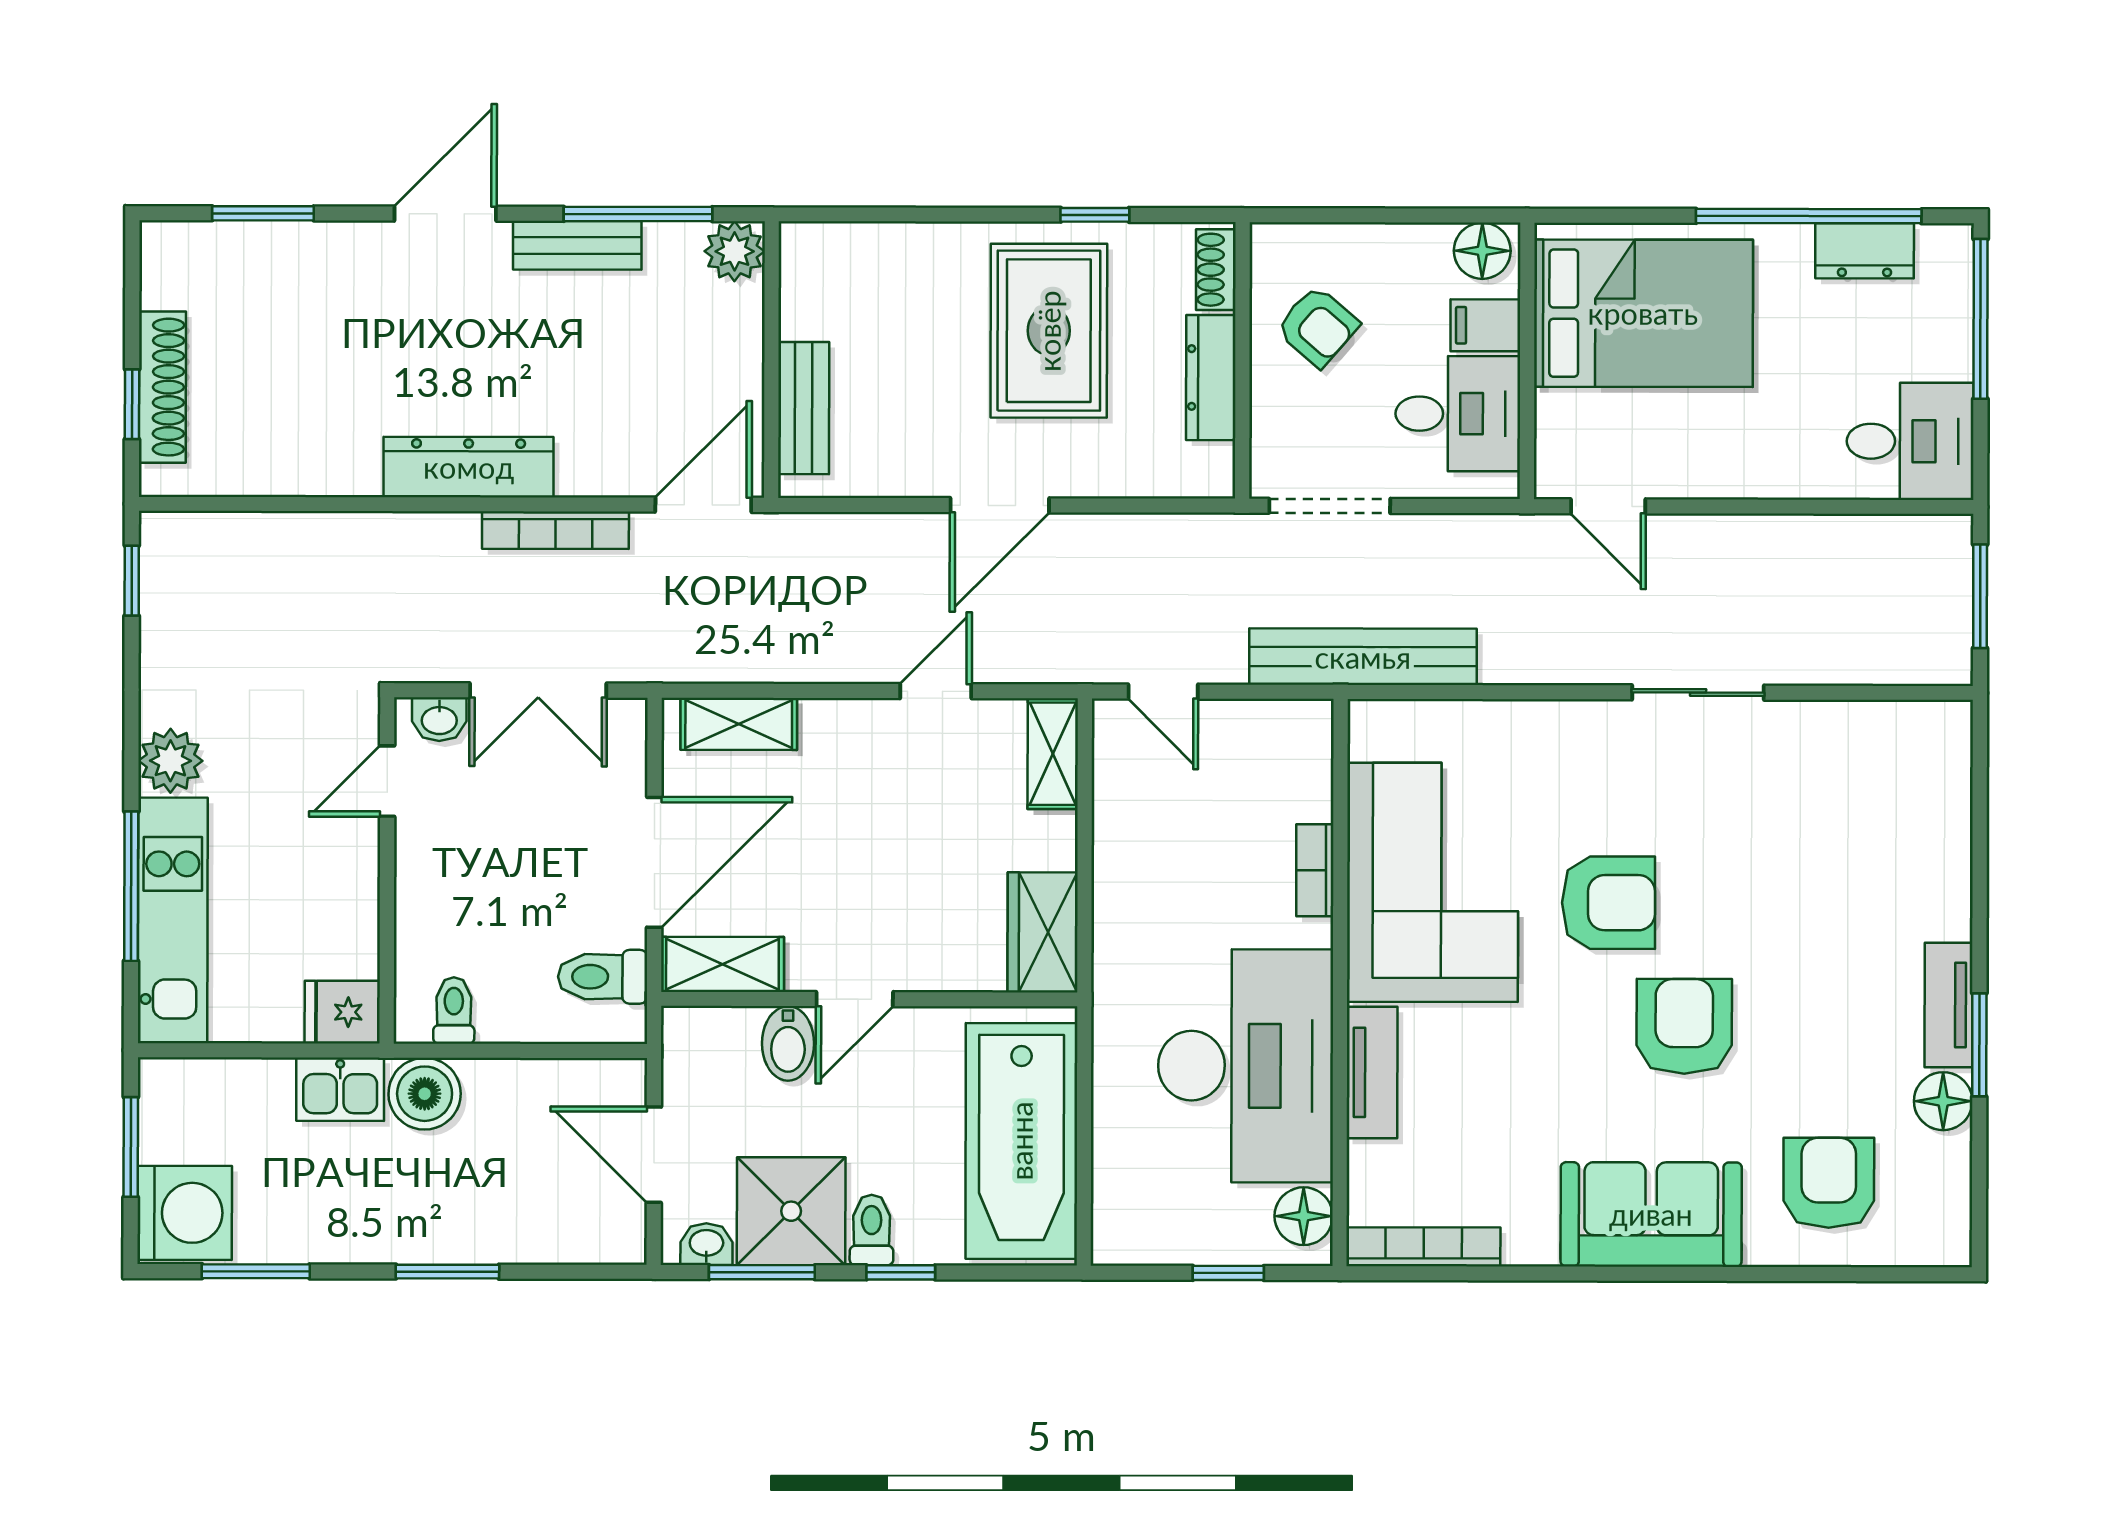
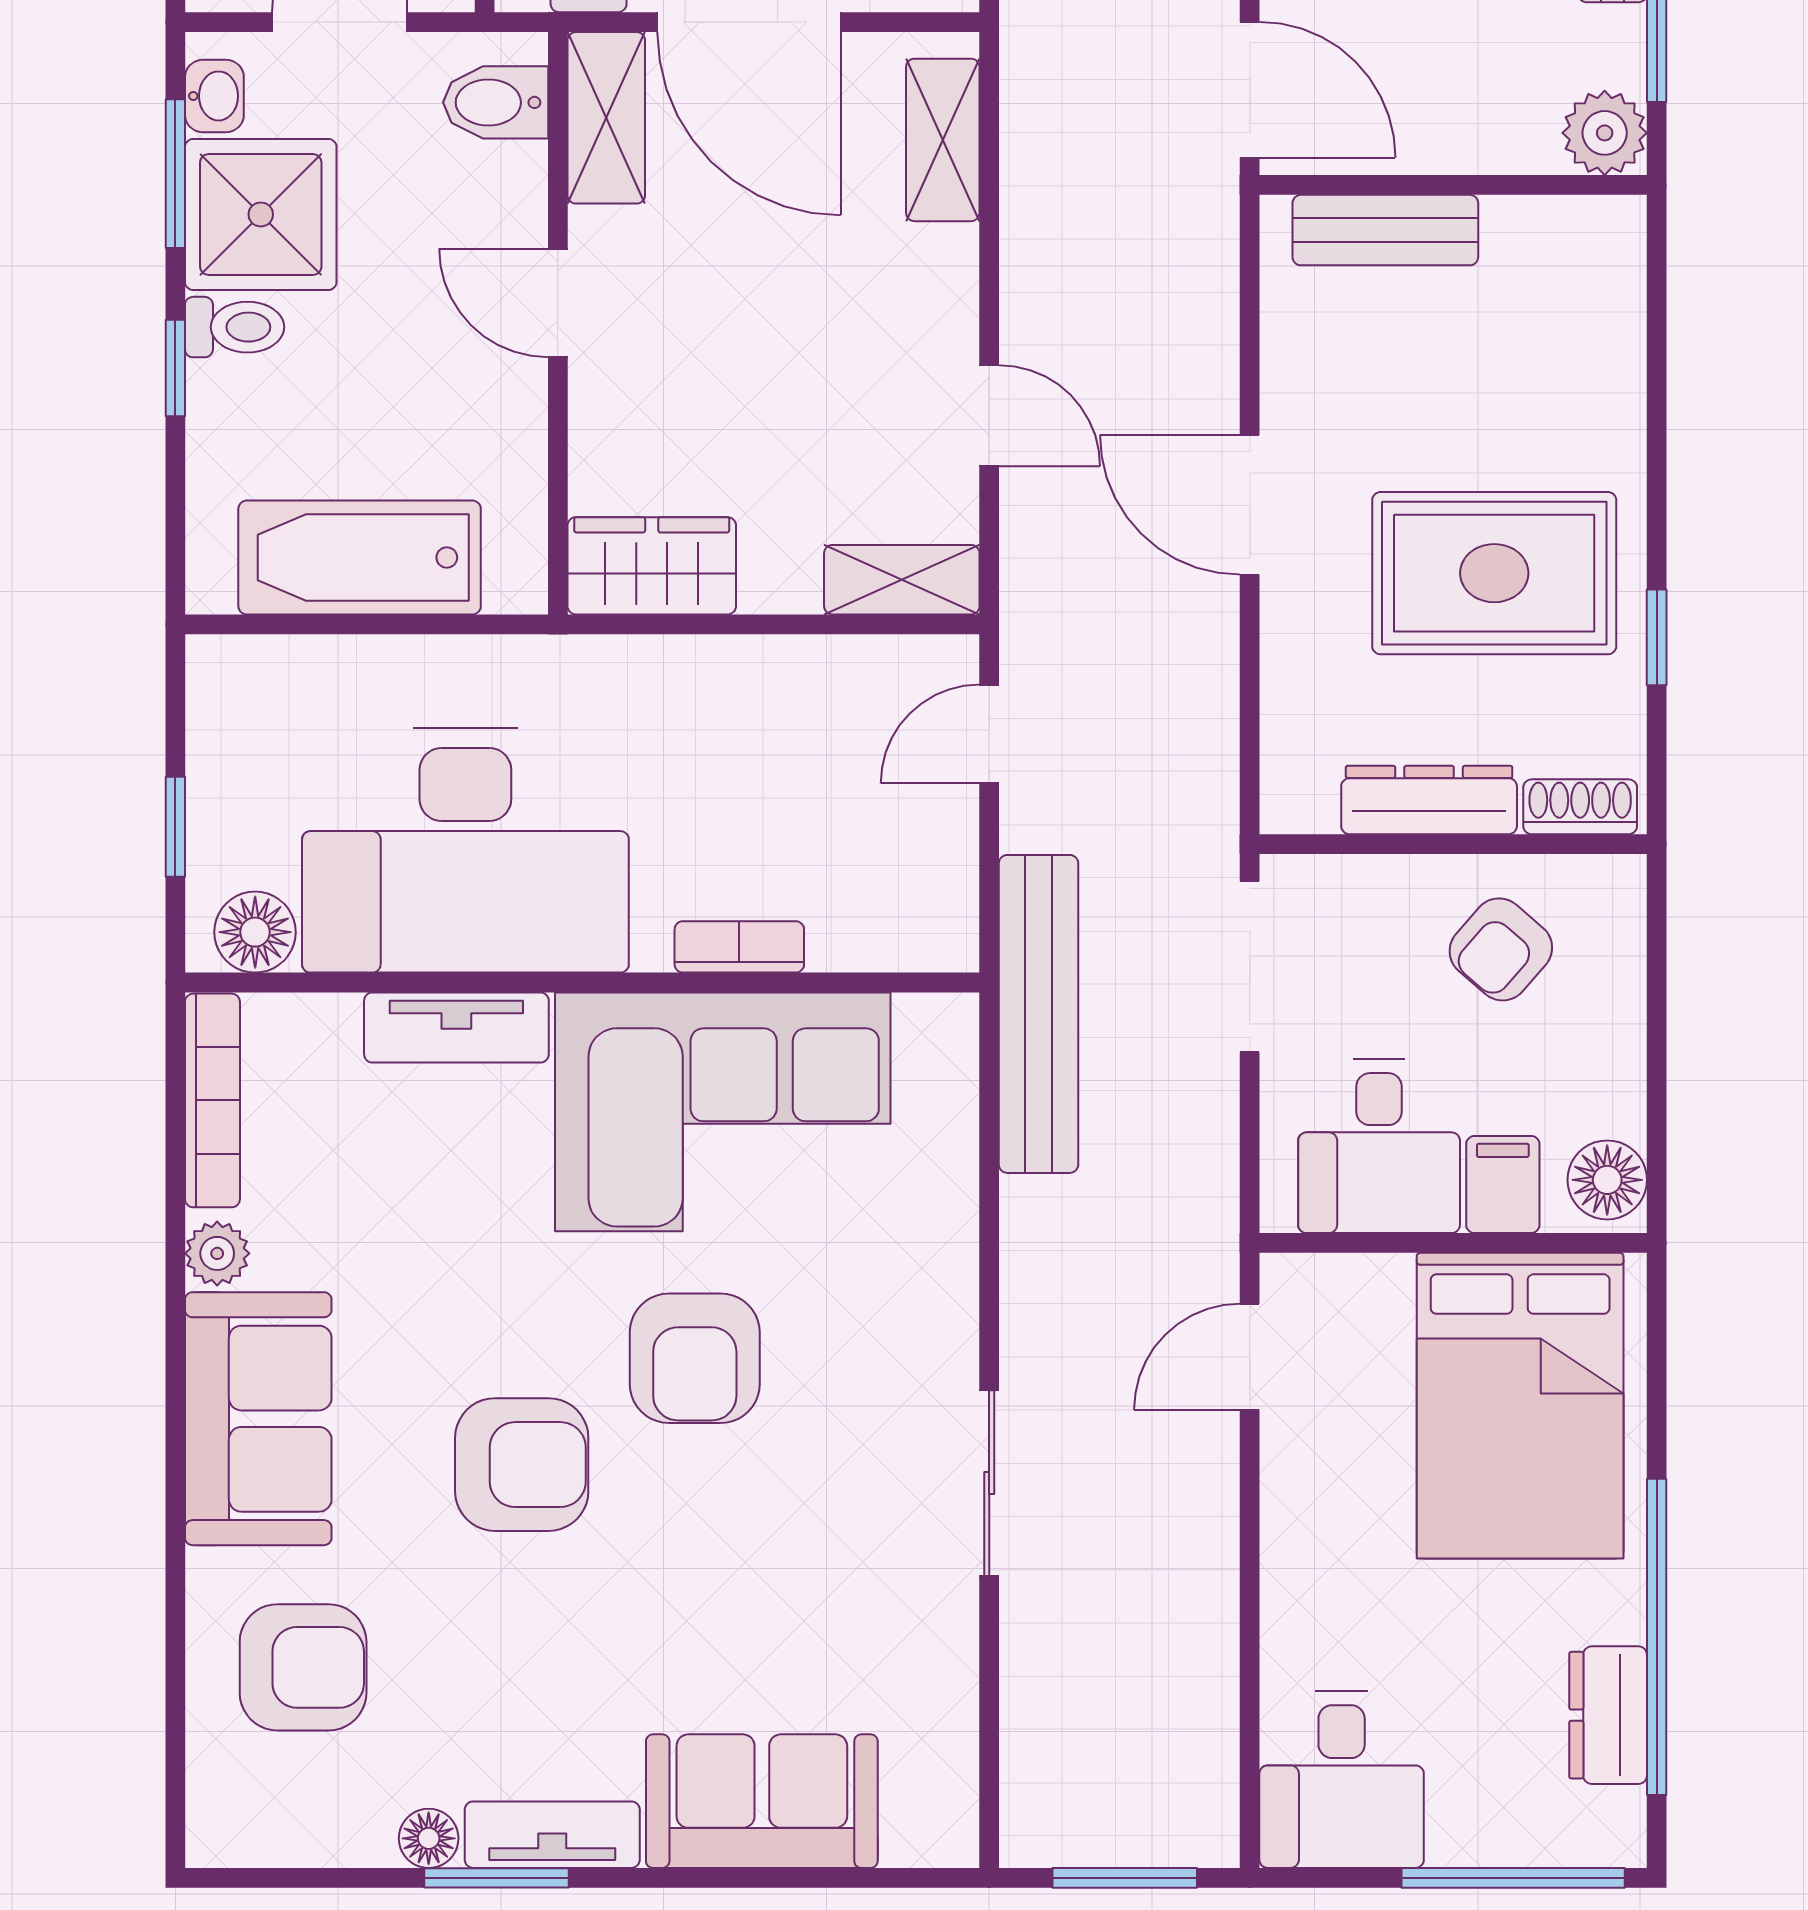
sofa: (1925, 855) -> (762, 1801), added
bidet: (788, 1043) -> (496, 102), moved
floor lamp: (1943, 1101) -> (429, 1838), width x0.73, depth x0.73
bathtub: (1021, 1141) -> (360, 558), width x0.73, depth x0.73
plant: (1533, 1244) -> (217, 1253), added

